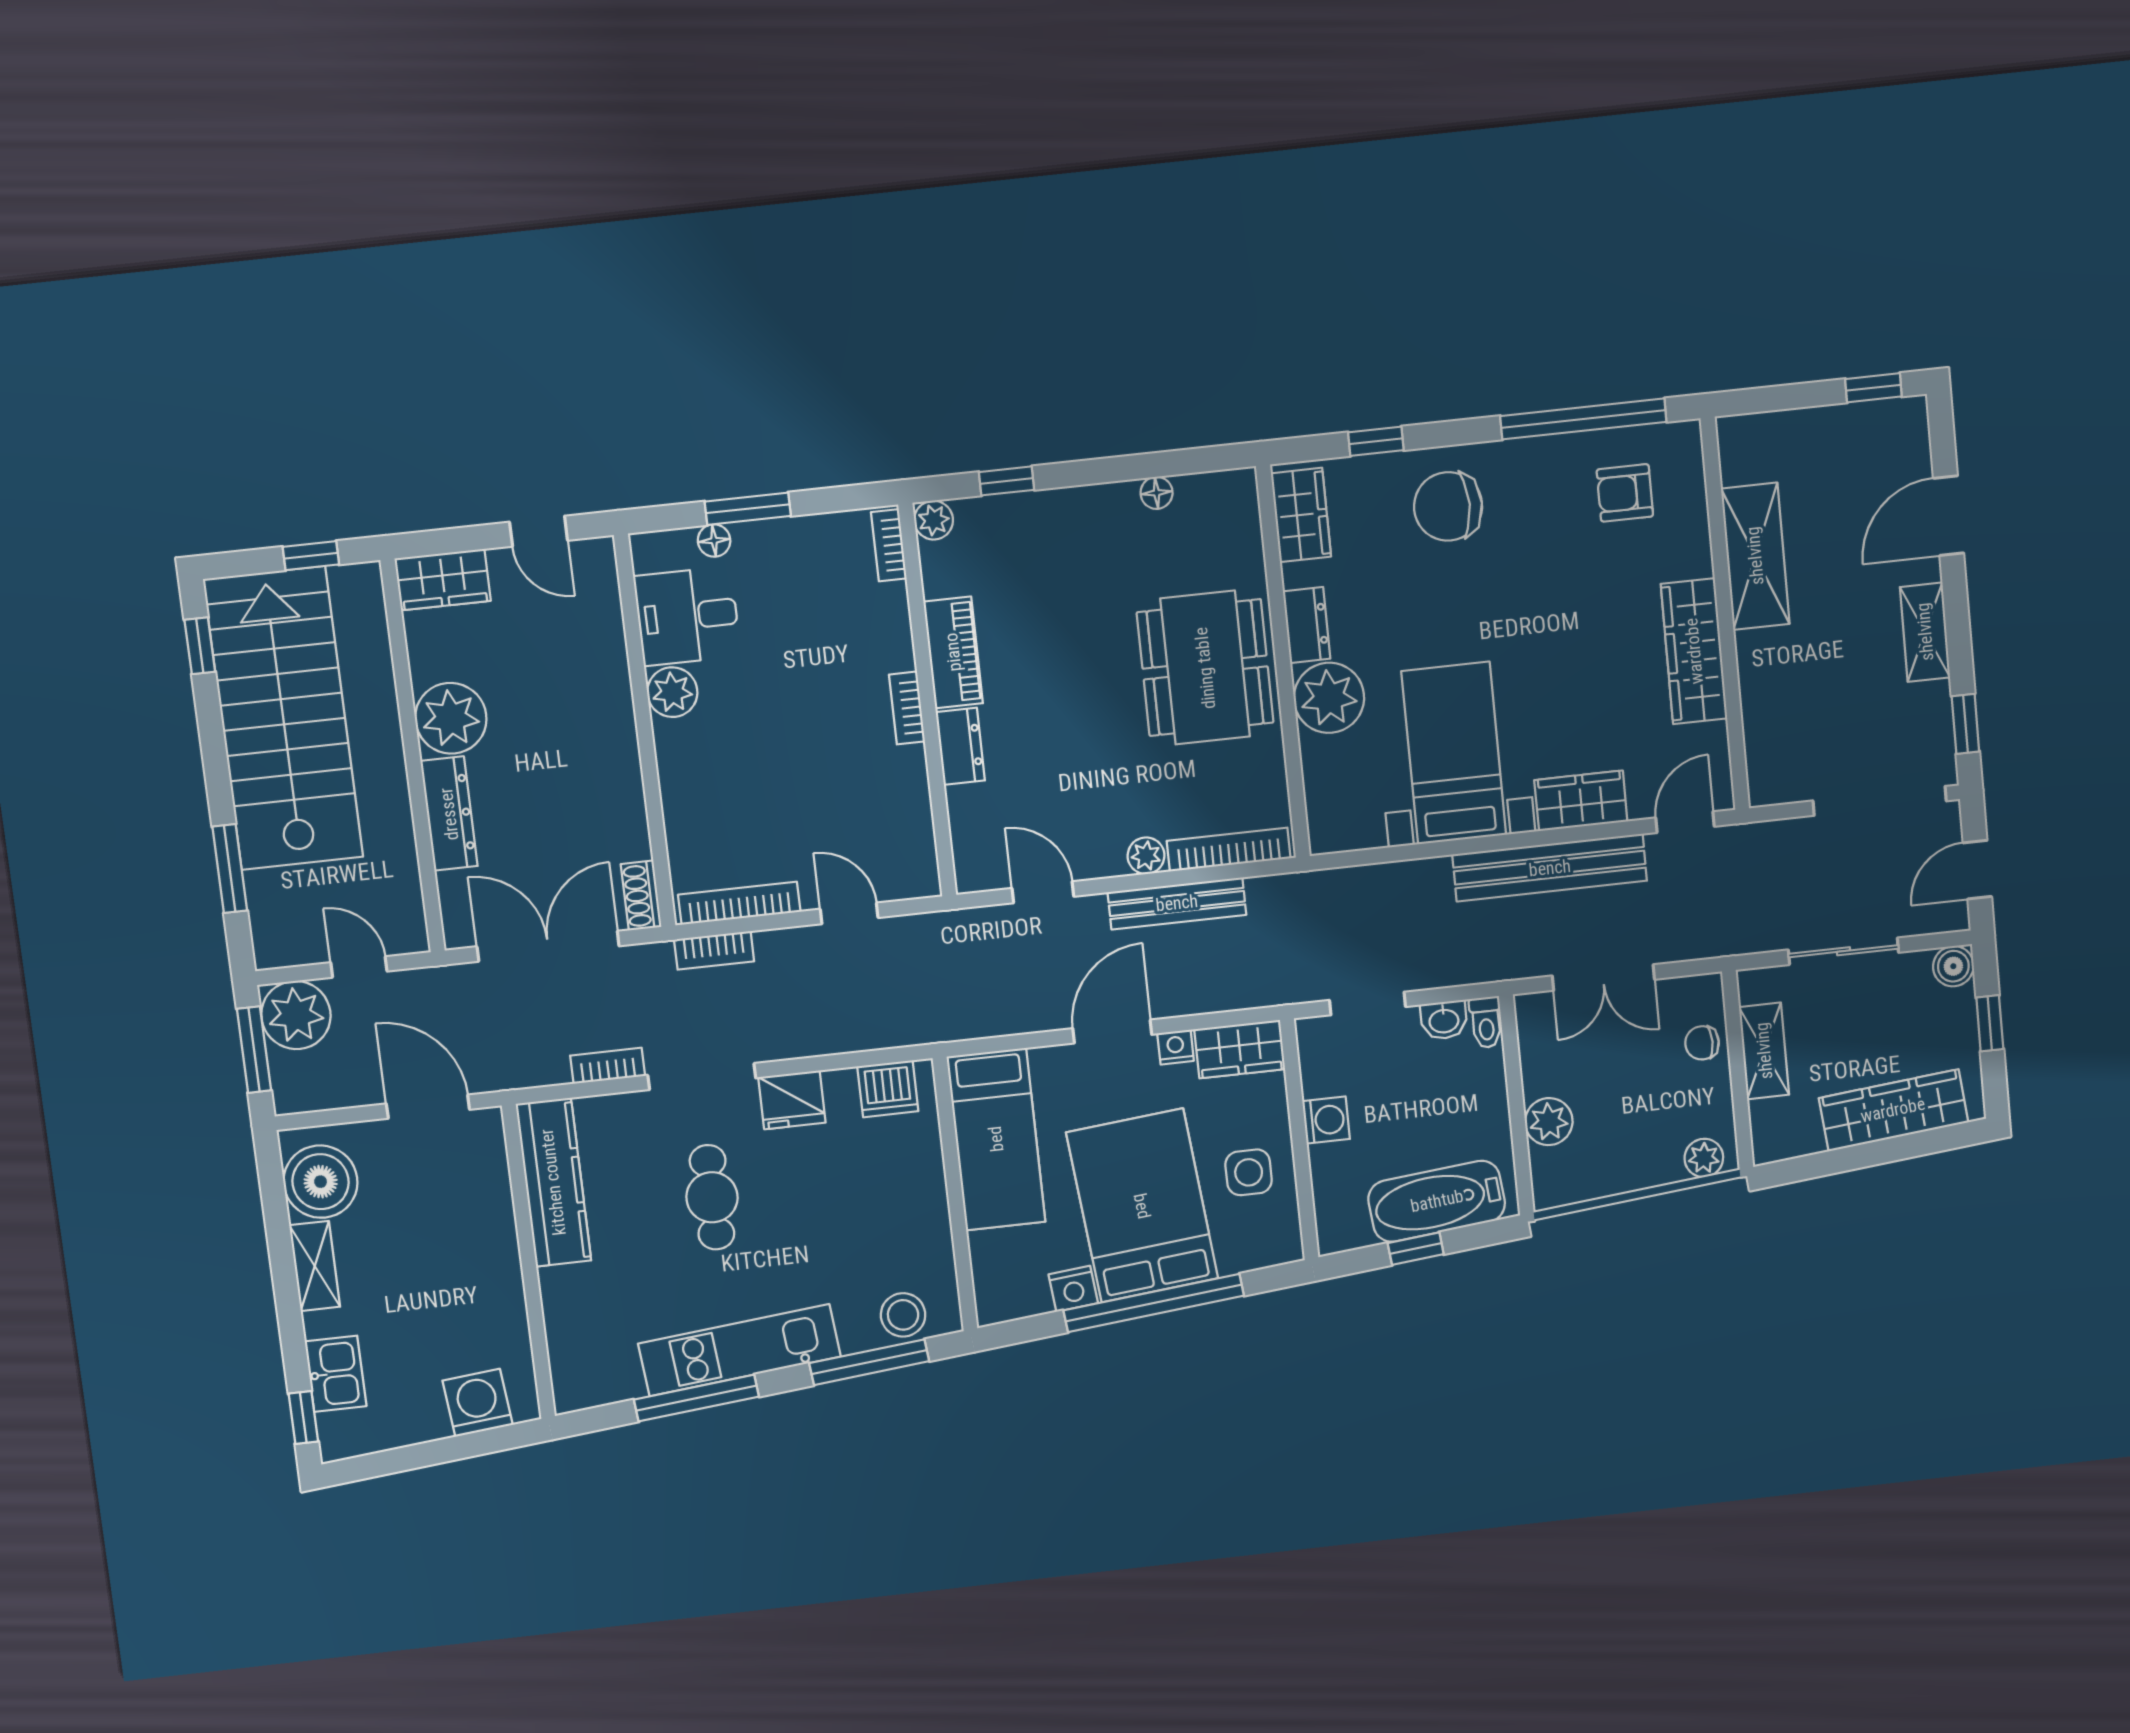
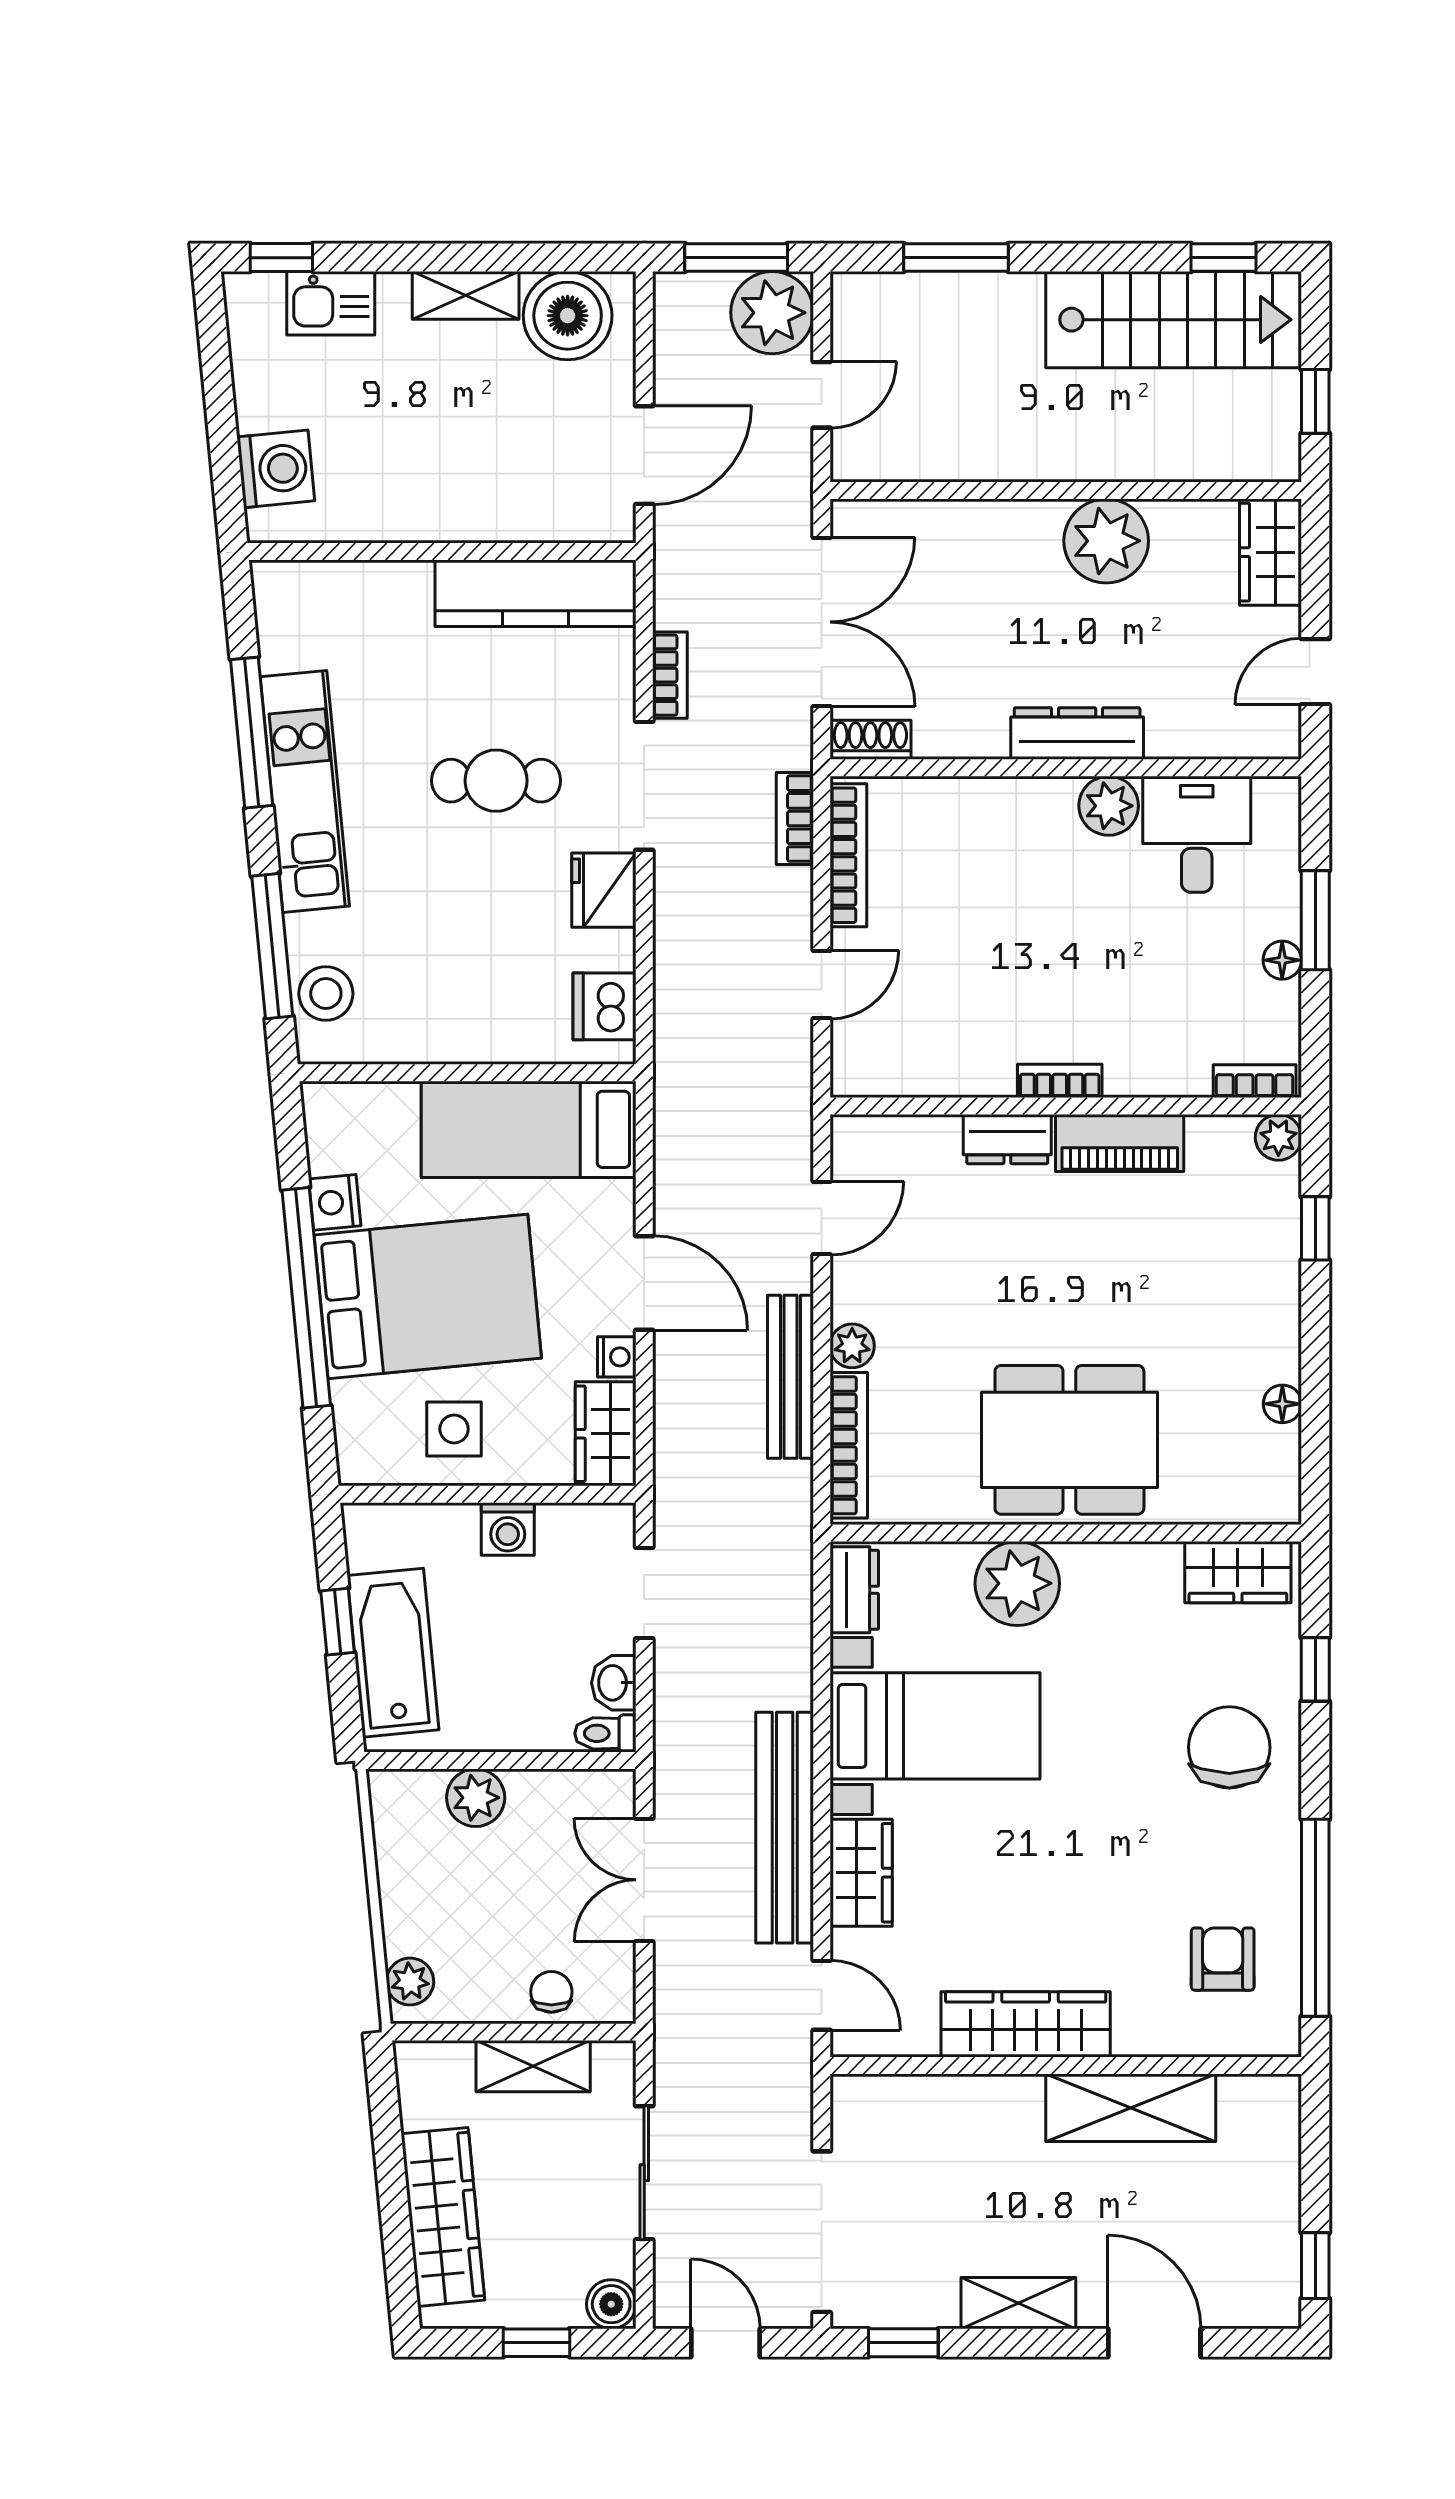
floor lamp: (714, 541) -> (1282, 960), moved
dresser: (1307, 625) -> (854, 1590), moved, turned -90
stairs: (283, 719) -> (1174, 320), width x0.73, depth x0.66
dresser: (449, 814) -> (1077, 734), moved, turned 180

